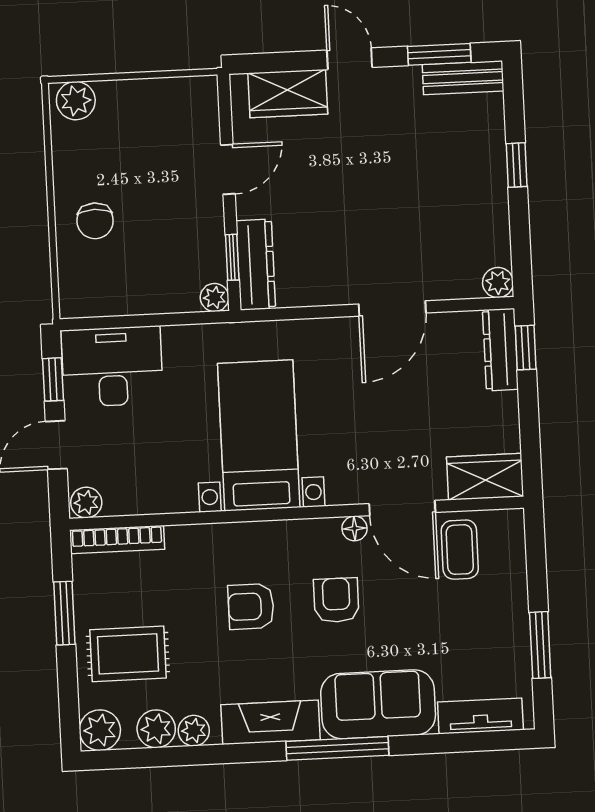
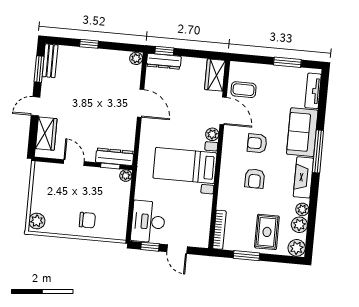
plant: (86, 502) -> (212, 134), moved
door: (402, 508) -> (223, 111), hinge flipped
floor lamp: (355, 528) -> (229, 132), removed

